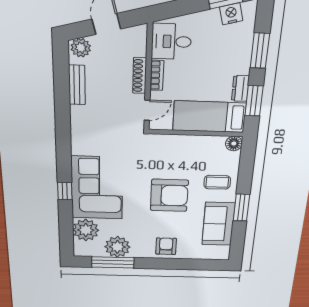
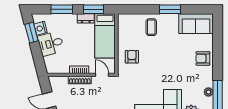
desk: (171, 42) -> (51, 44), moved, turned 75
floor lamp: (234, 143) -> (123, 19), removed
armchair: (169, 195) -> (132, 57), moved, width x0.53, depth x0.53
sofa: (218, 224) -> (196, 24), moved
plant: (117, 247) -> (208, 92), width x0.53, depth x0.53

